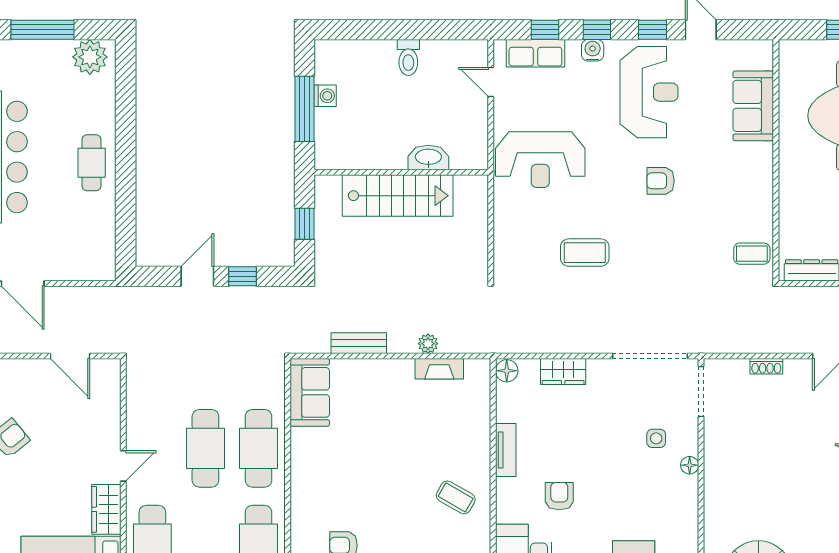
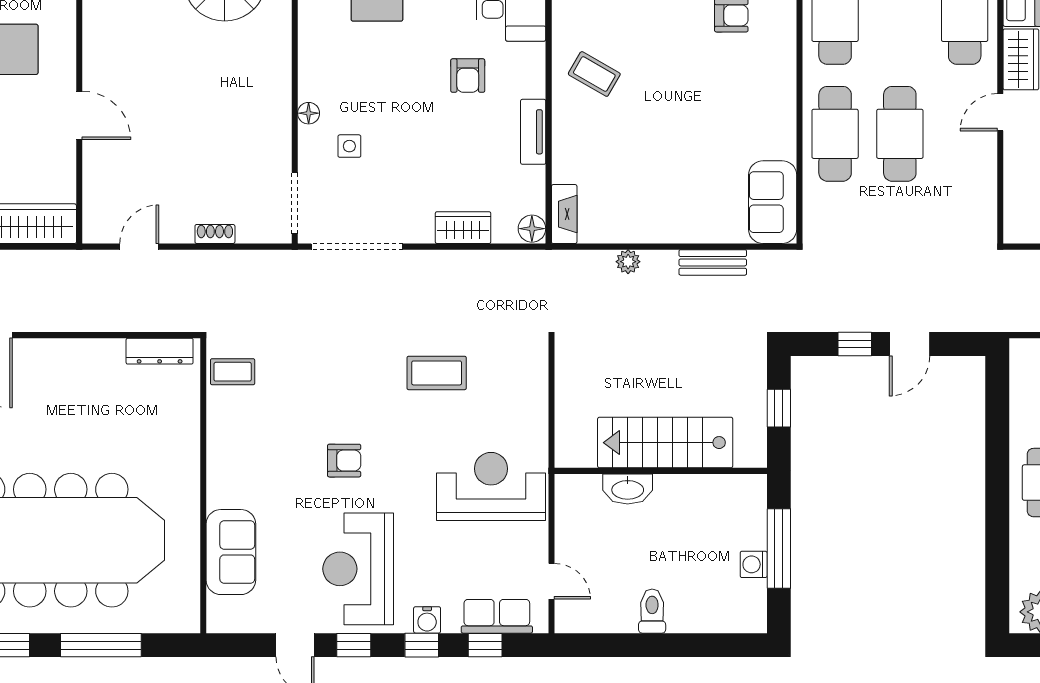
fireplace: (439, 369) -> (564, 214), moved, turned 90

